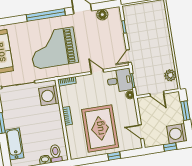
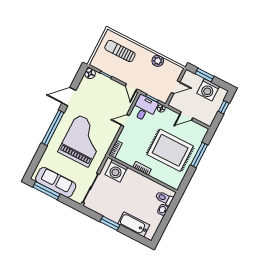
floor lamp: (102, 15) -> (90, 73), moved
sun lounger: (153, 24) -> (120, 51), added
grand piano: (53, 48) -> (83, 141), turned 180
plant: (170, 75) -> (158, 61), moved
door: (141, 132) -> (186, 116), moved
washing machine: (177, 134) -> (208, 90), moved
window: (114, 156) -> (199, 155), width x2.17

